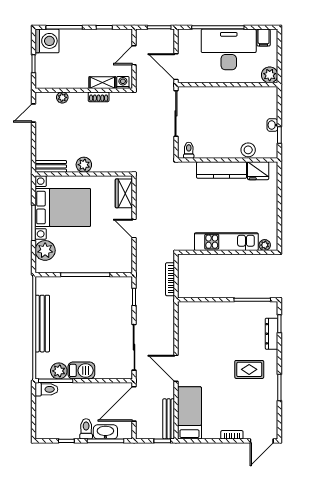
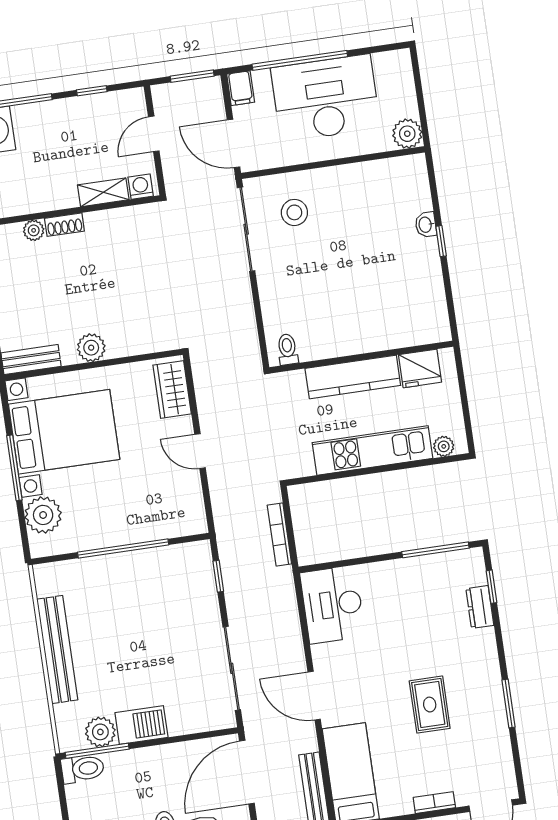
filing cabinet: (264, 38) -> (241, 88), moved
shoe rack: (99, 97) -> (64, 225), moved
toilet: (189, 150) -> (287, 349), moved
stool: (248, 150) -> (294, 212), moved
wall: (228, 160) -> (361, 357), moved
kitchen counter: (222, 170) -> (353, 377), moved
fridge: (258, 171) -> (420, 368), moved
desk: (193, 321) -> (333, 605), added
dresser: (272, 334) -> (480, 607), width x0.70
rug: (249, 369) -> (430, 705), moved, turned 90

